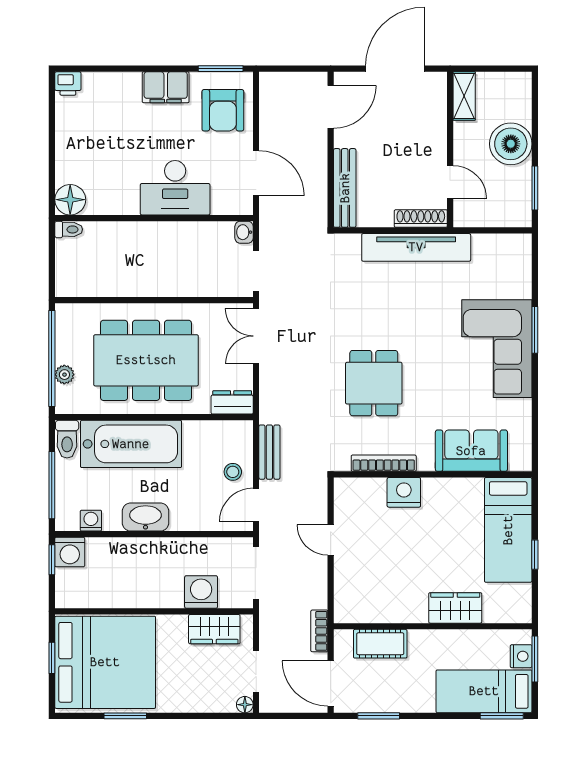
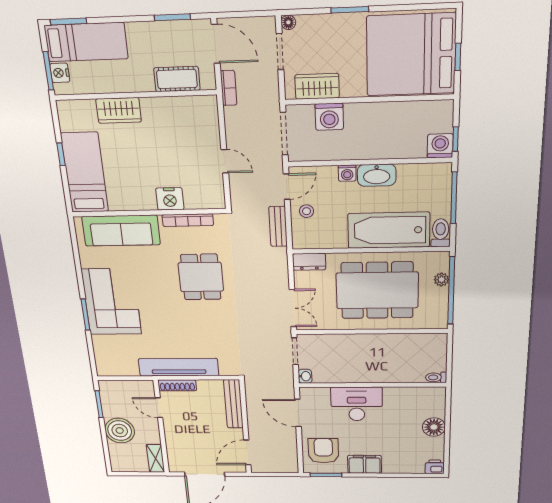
floor lamp: (70, 200) -> (434, 427), moved
sofa: (471, 451) -> (121, 231), width x1.36
washing machine: (91, 521) -> (347, 173), moved
window: (125, 716) -> (350, 10), moved

